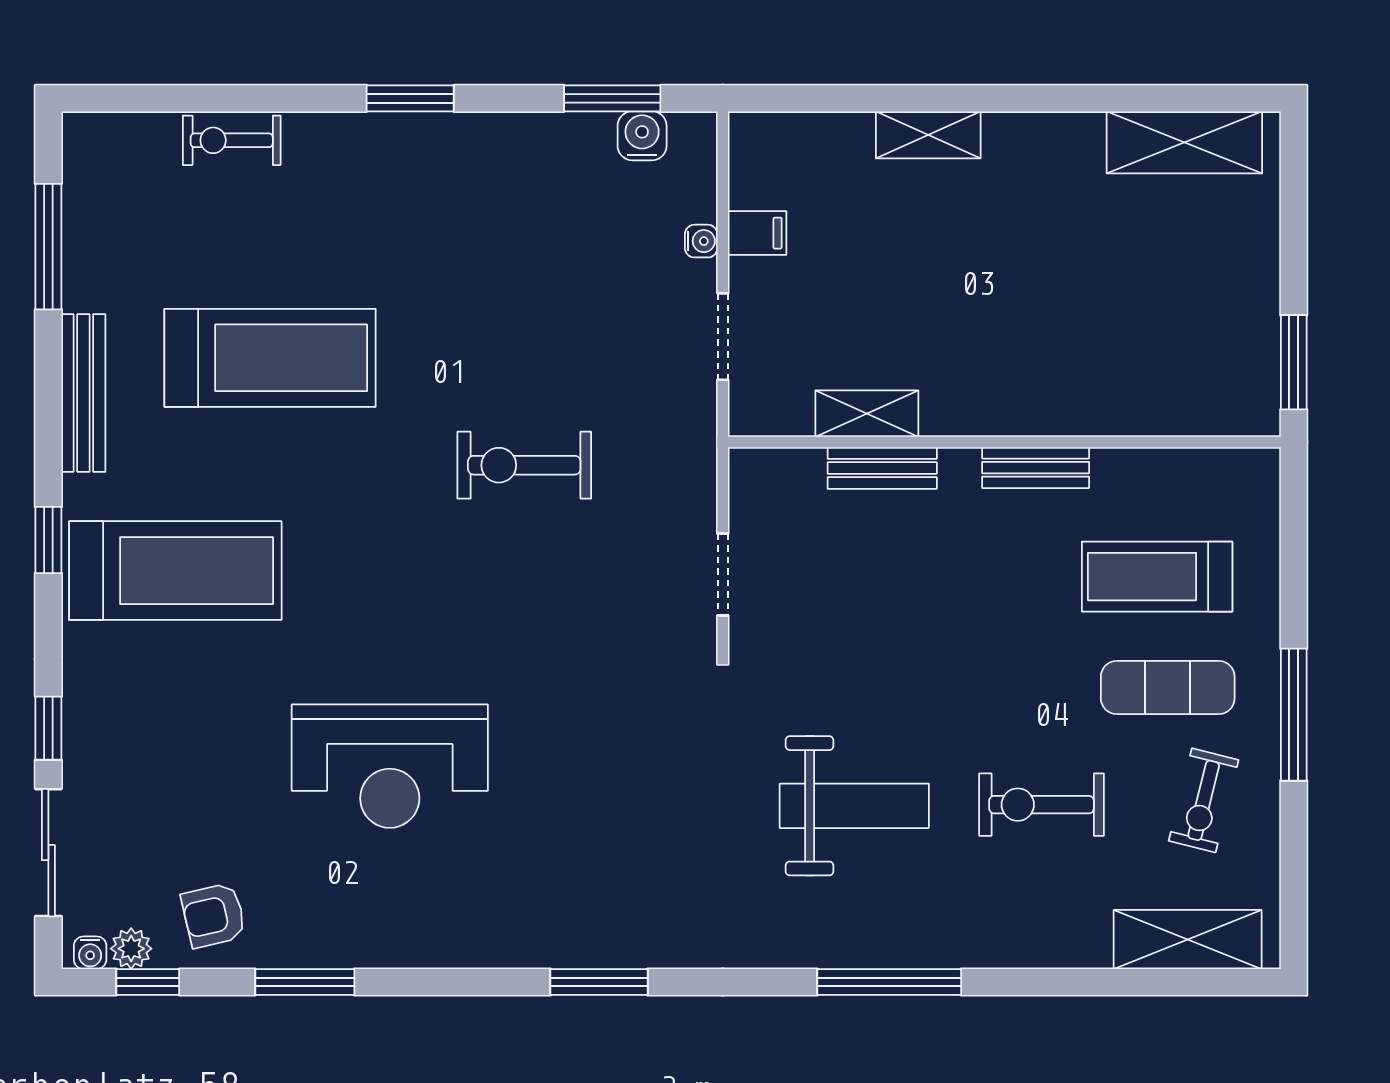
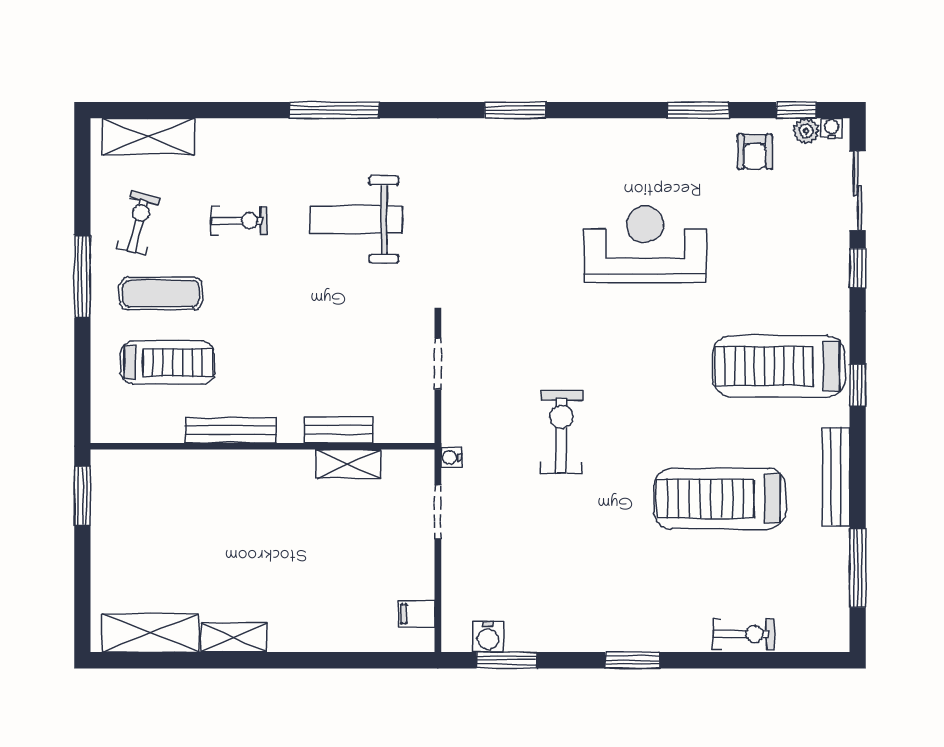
shelving: (928, 135) -> (234, 637), moved
filing cabinet: (757, 233) -> (416, 614), moved
water cooler: (701, 241) -> (451, 457), moved
exercise bike: (524, 465) -> (561, 432), turned -90
bench: (1036, 468) -> (231, 430), width x1.36
exercise bike: (1041, 805) -> (239, 221), width x0.73, depth x0.72
armchair: (214, 915) -> (755, 152), turned 103

